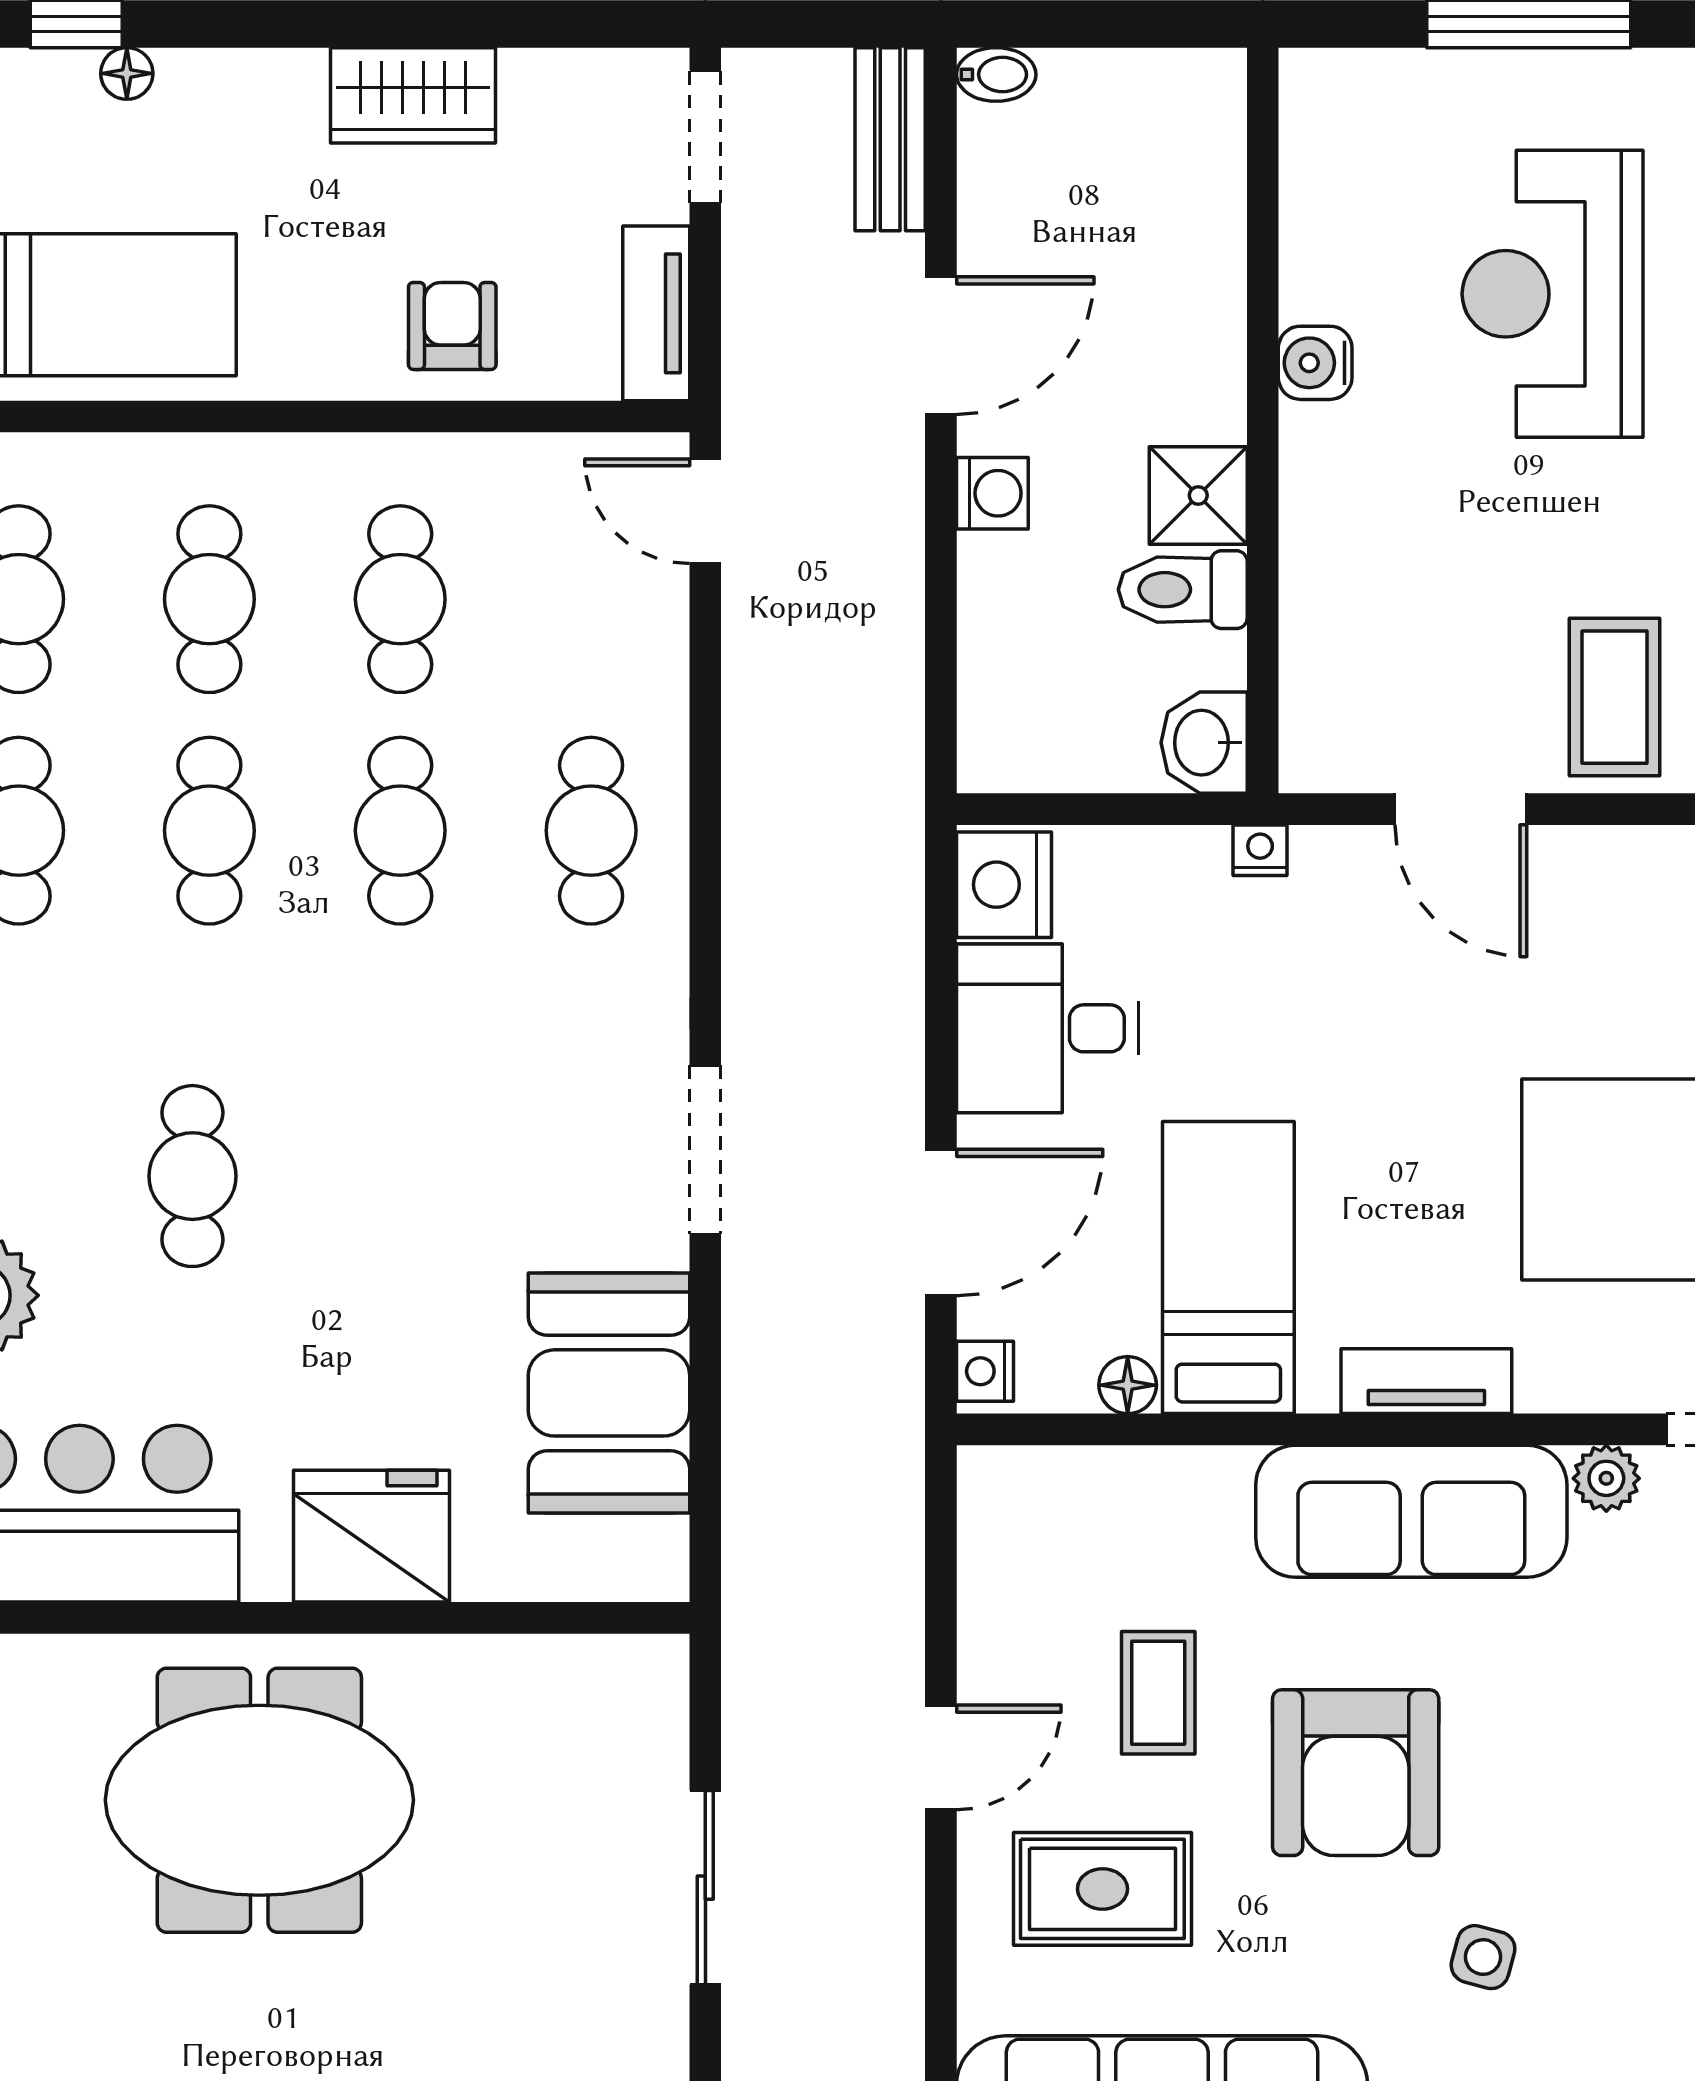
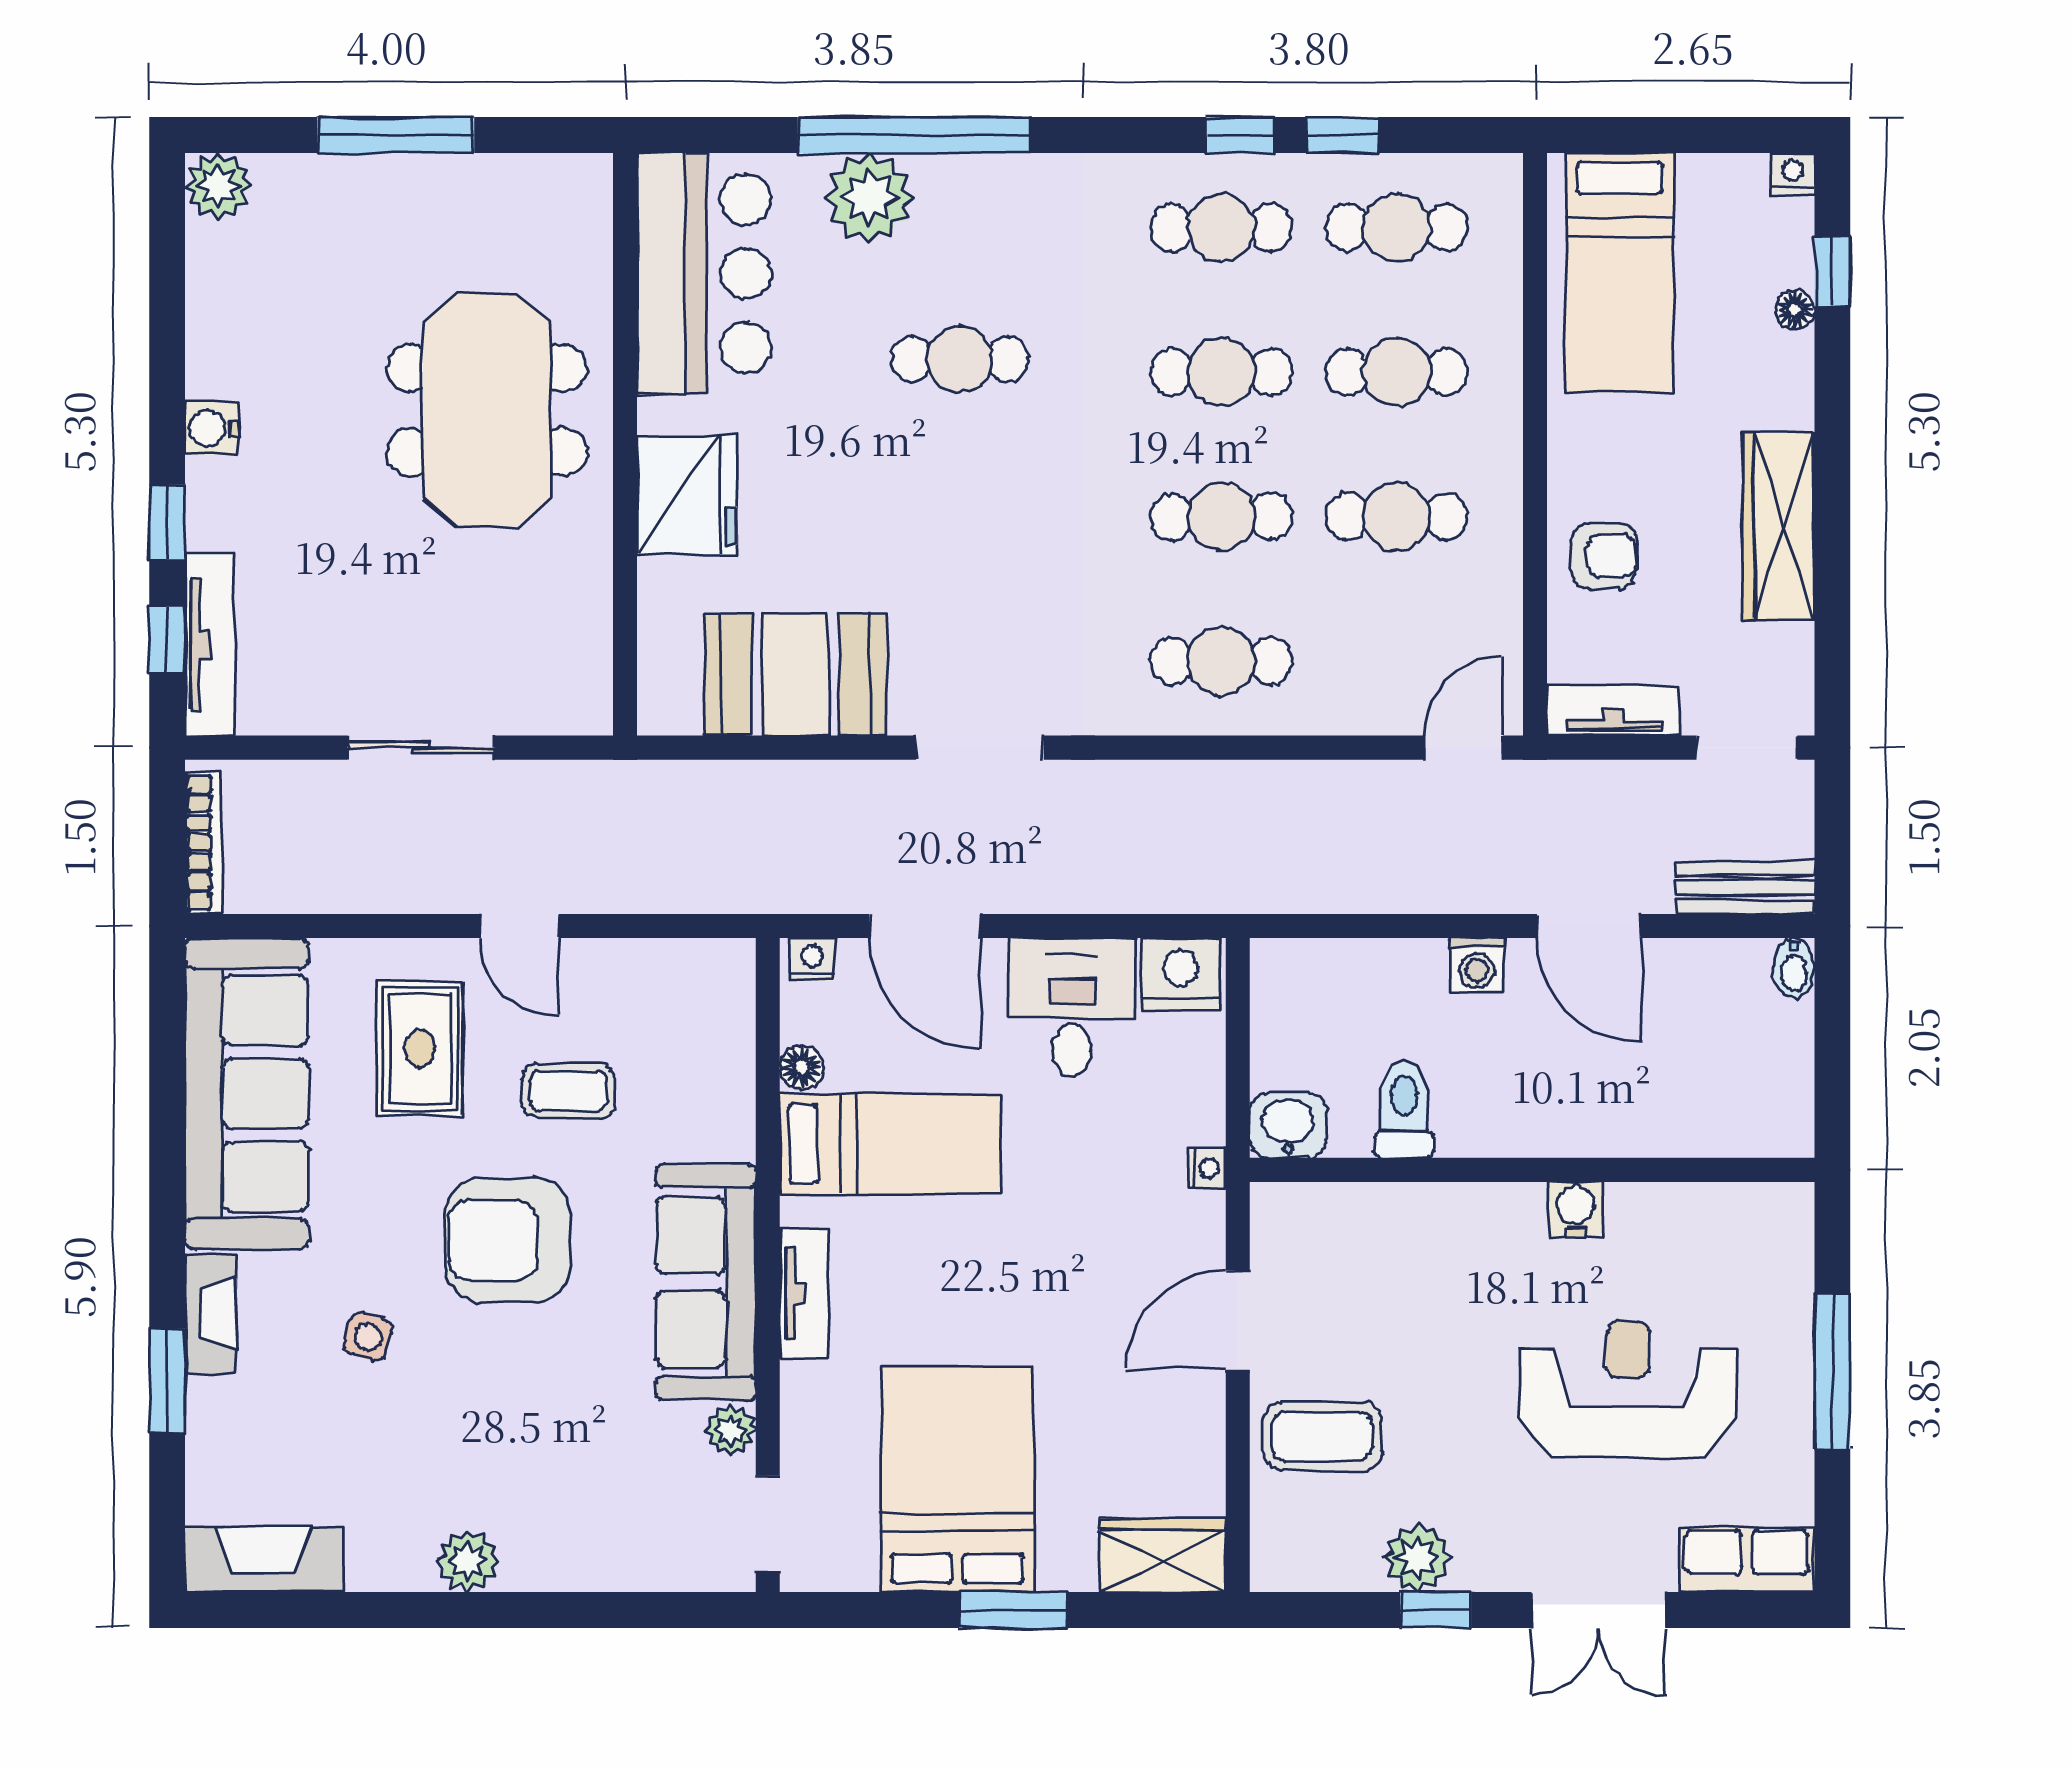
wardrobe: (413, 95) -> (1778, 526), width x1.50
shower: (1198, 495) -> (1475, 1121), removed

